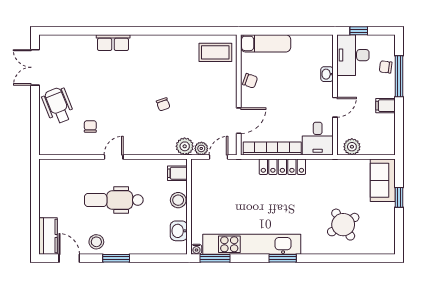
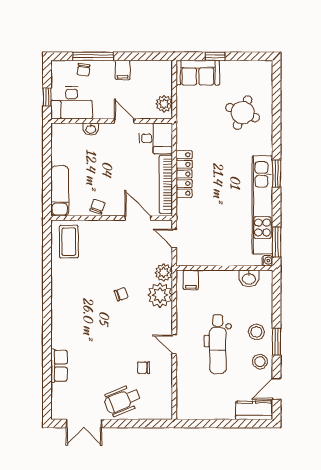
row of seats: (113, 43) -> (59, 366), moved
plant: (201, 148) -> (160, 295), moved, width x1.88, depth x1.88
stool: (178, 200) -> (256, 332), moved
round table: (343, 225) -> (243, 113), turned -36

